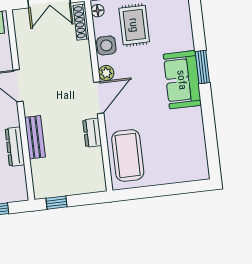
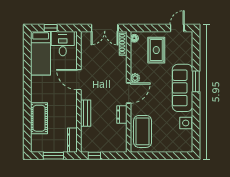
side table: (106, 45) -> (186, 123), moved
sofa: (182, 80) -> (182, 88), width x1.36
dresser: (15, 147) -> (72, 140), moved

